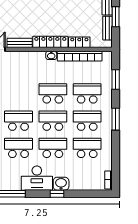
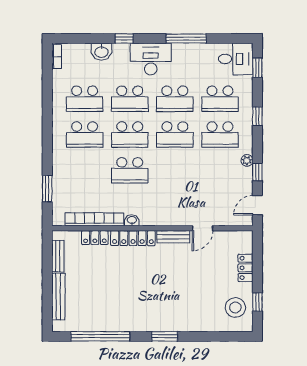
window: (116, 17) -> (47, 271), removed
school desk: (87, 93) -> (85, 170), removed
window: (116, 119) -> (47, 136), removed
washbasin: (61, 184) -> (101, 52), moved

